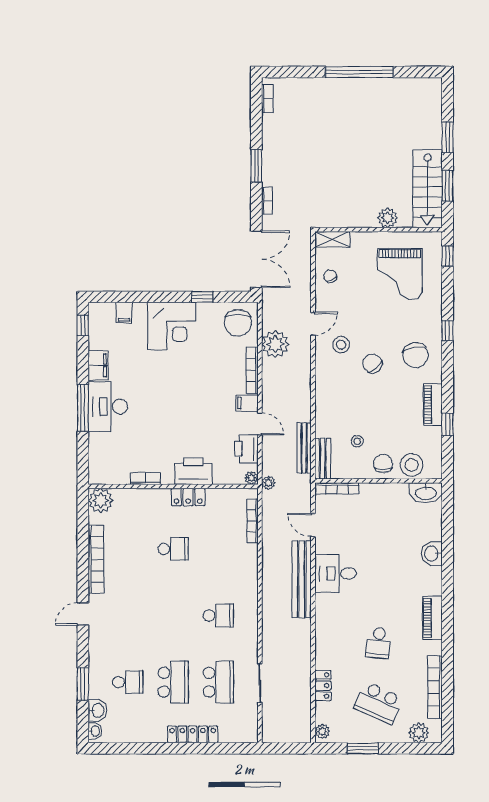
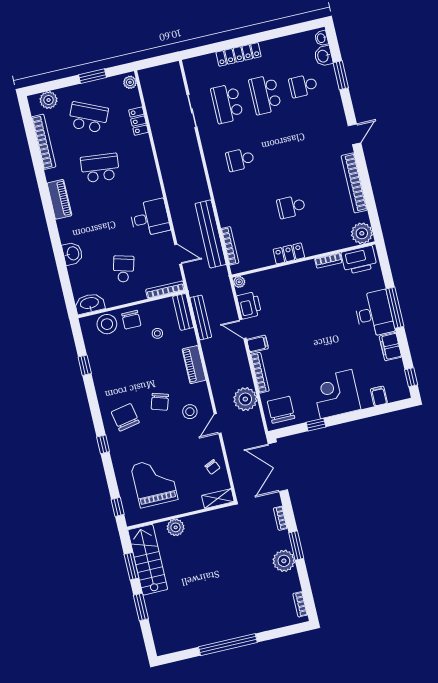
chair: (372, 364) -> (160, 402), turned 60
piano: (433, 405) -> (194, 365), moved, turned 180
printer: (193, 471) -> (359, 260), moved
plant: (268, 483) -> (284, 561), moved, width x1.87, depth x1.87
school desk: (378, 523) -> (124, 269), added
bench: (302, 579) -> (211, 234), moved
school desk: (378, 643) -> (100, 168), width x1.85

